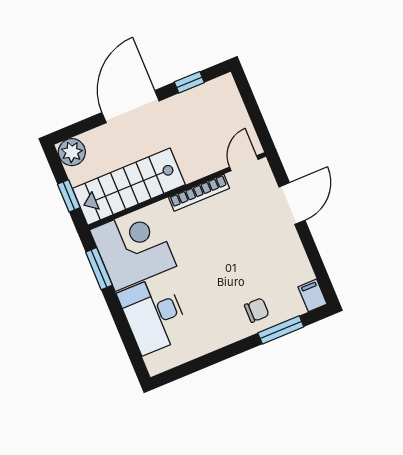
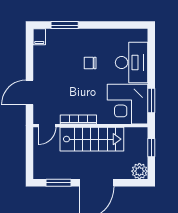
window: (189, 82) -> (59, 183), width x1.50
stairs: (129, 187) -> (92, 139), moved
chair: (257, 310) -> (90, 63), moved

